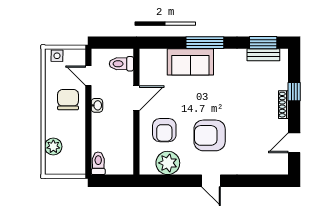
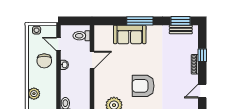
chair: (68, 100) -> (44, 61), turned 180
armchair: (164, 130) -> (112, 82), removed

